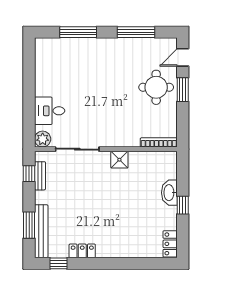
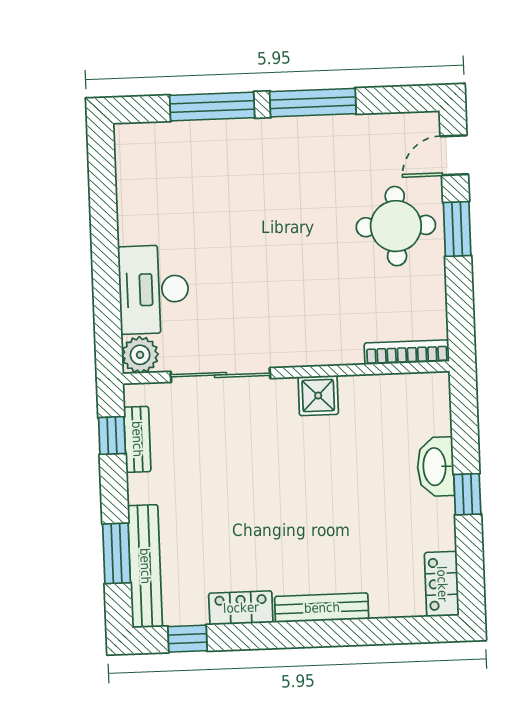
window: (136, 32) -> (313, 103), moved
desk: (50, 111) -> (154, 289), width x1.37
bench: (117, 252) -> (322, 608), added

